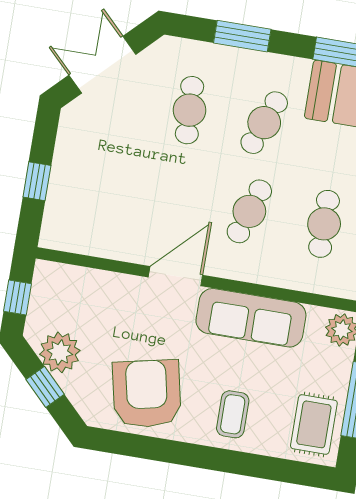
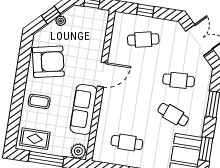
cafe table: (249, 211) -> (143, 40), moved, turned -30
door: (175, 276) -> (102, 75), hinge flipped
plant: (60, 352) -> (61, 21), width x0.53, depth x0.53

